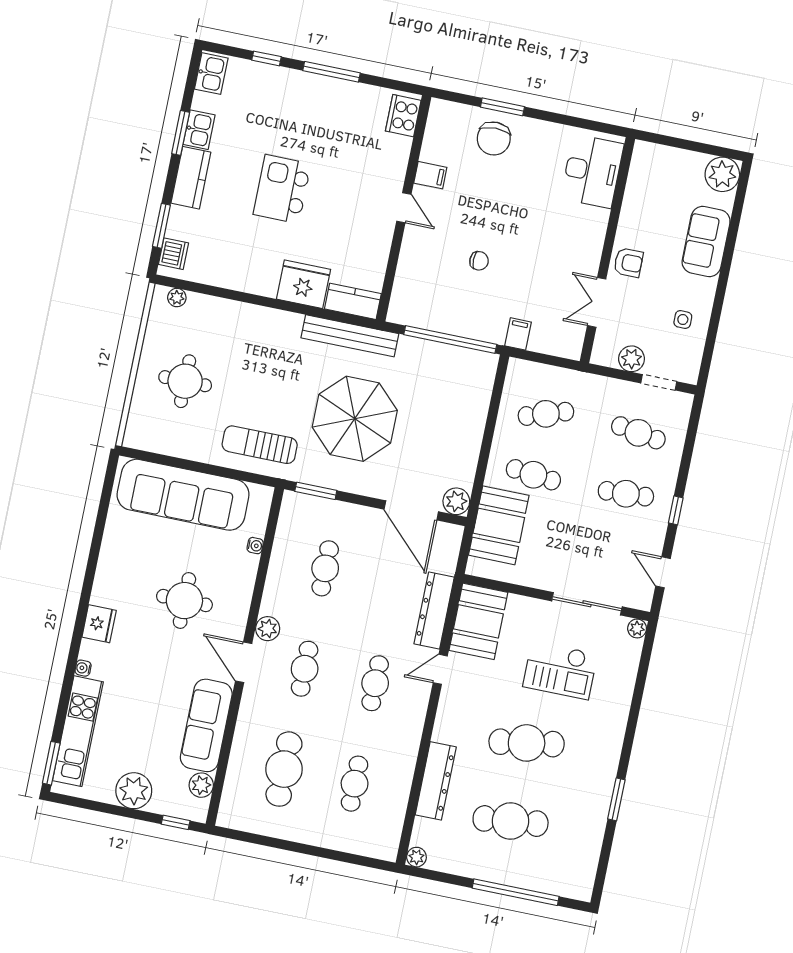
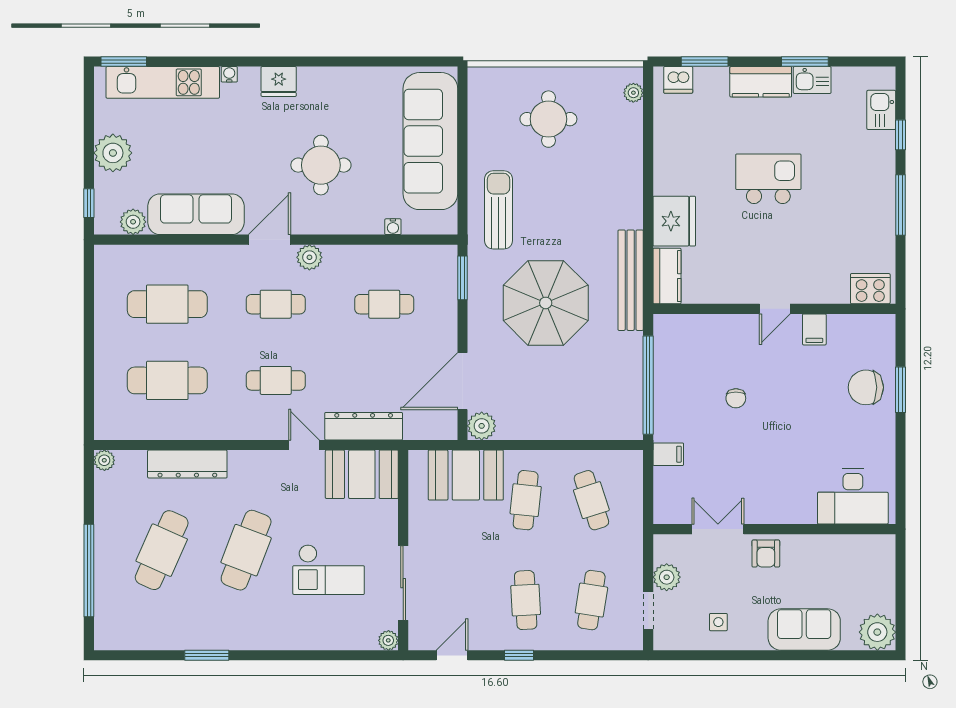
kitchen sink: (211, 74) -> (881, 110), moved, turned 90
checkout: (560, 670) -> (329, 570), turned -90
cafe table: (527, 743) -> (246, 550), turned 30
cafe table: (355, 784) -> (167, 380), width x1.37, depth x1.35
cafe table: (511, 821) -> (162, 550), turned 30

